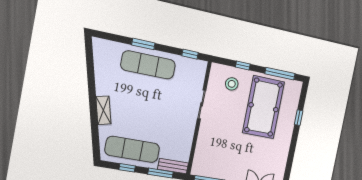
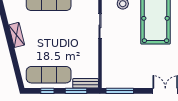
shelving: (103, 110) -> (17, 35), moved

